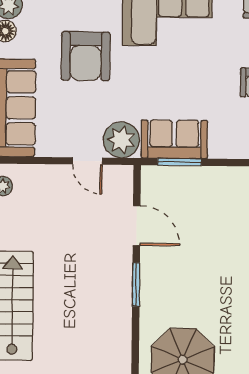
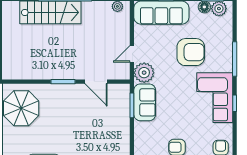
armchair: (86, 56) -> (191, 52), turned 180
door: (137, 225) -> (96, 82), hinge flipped

